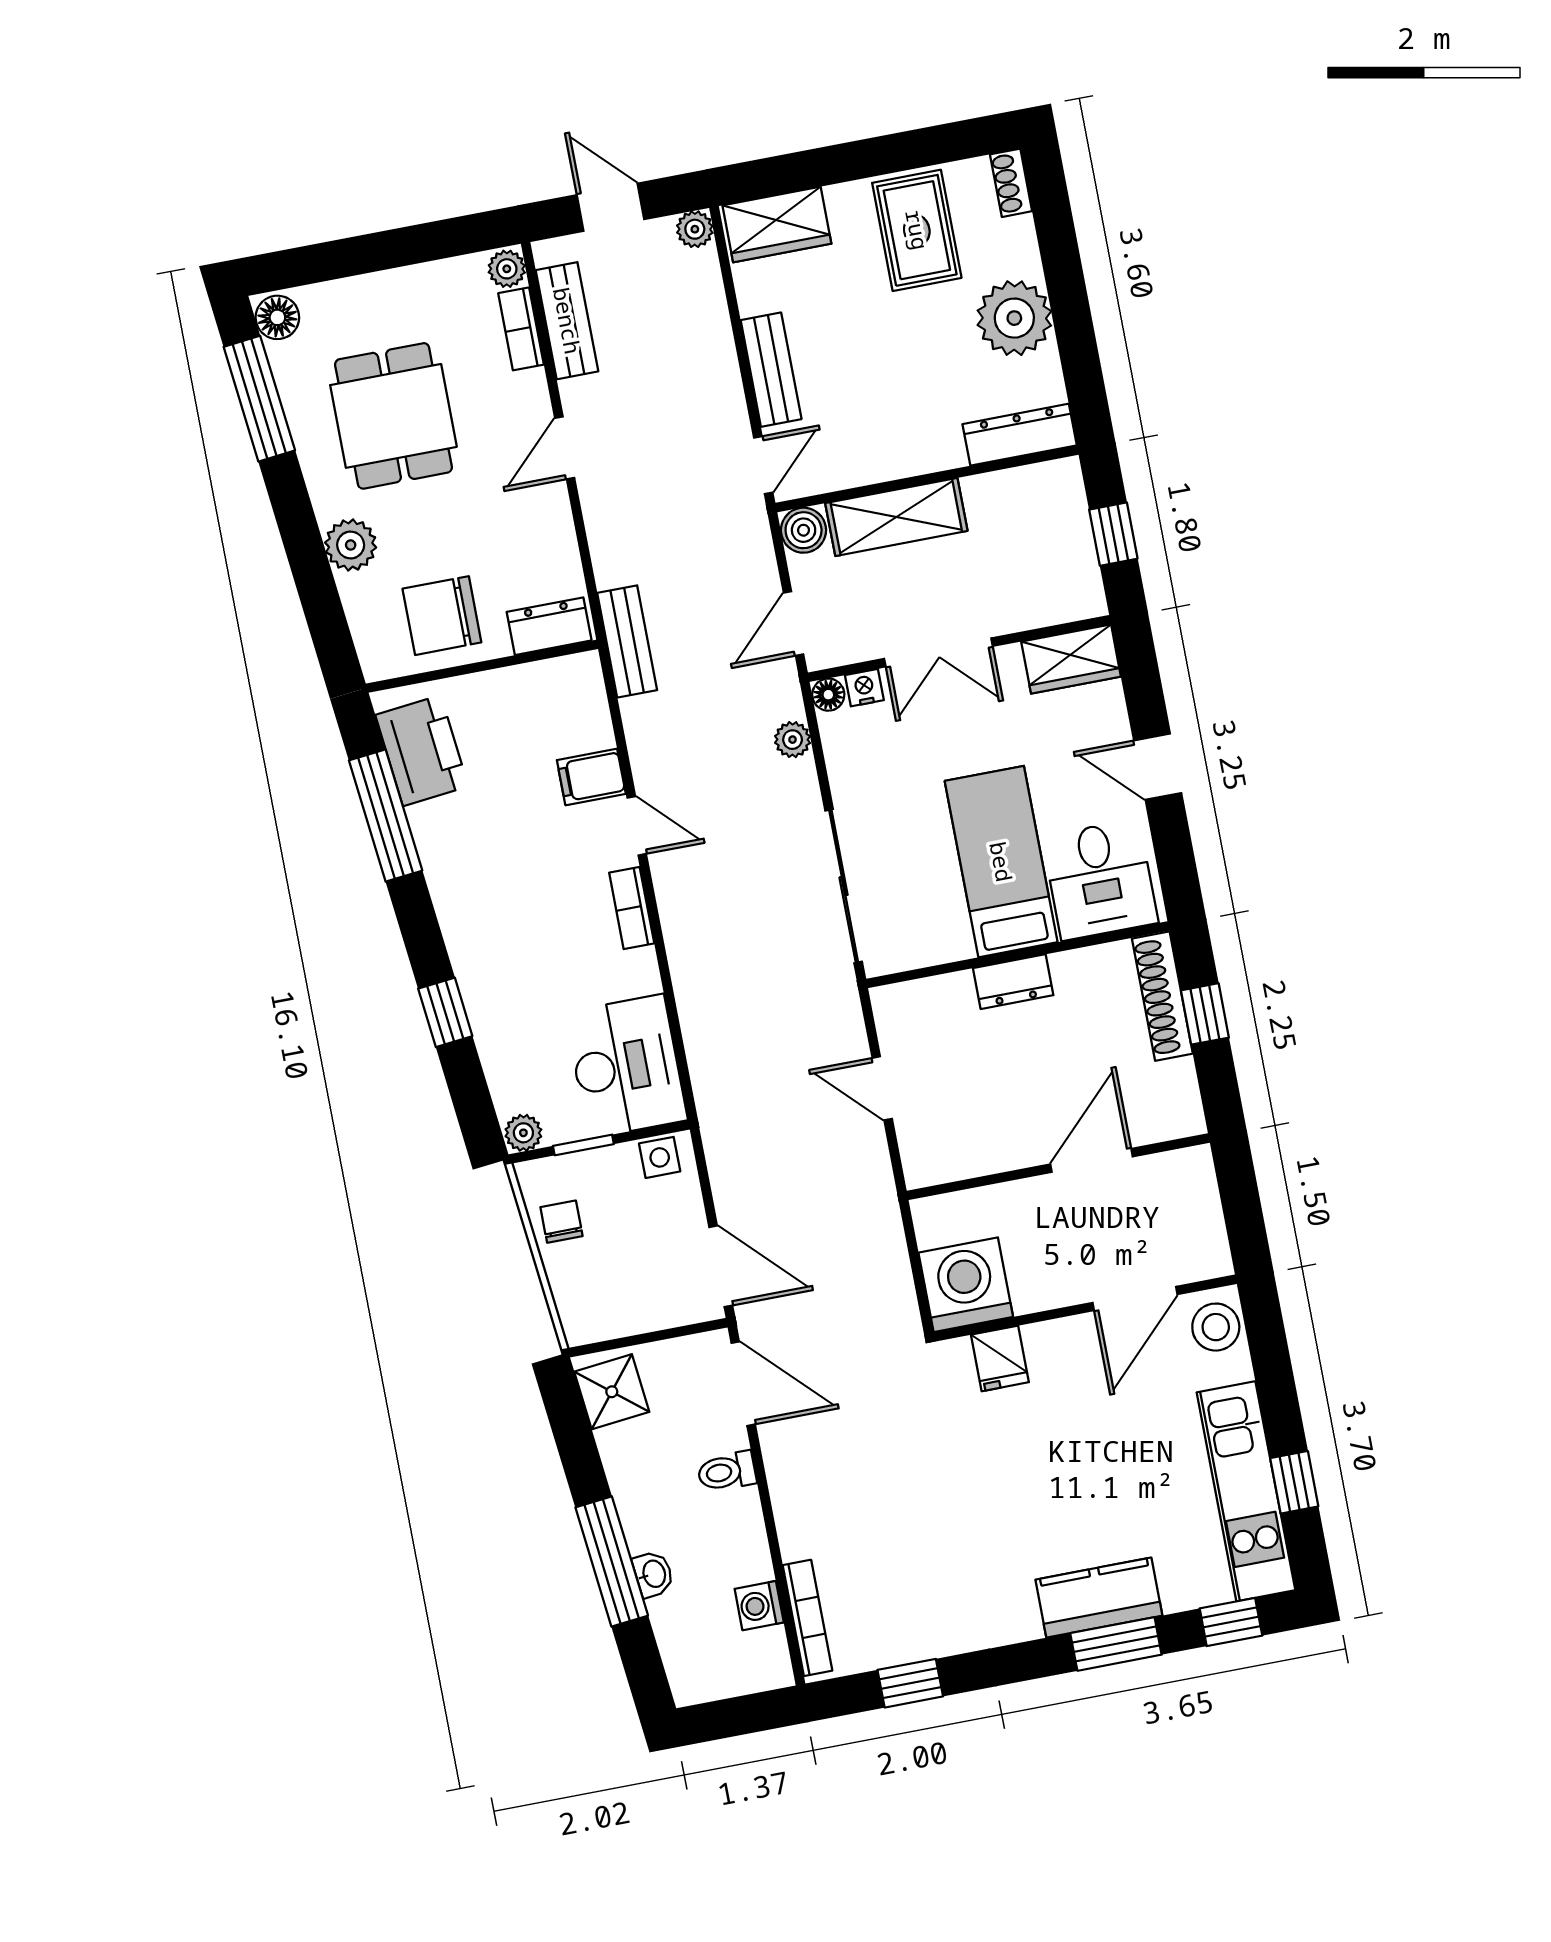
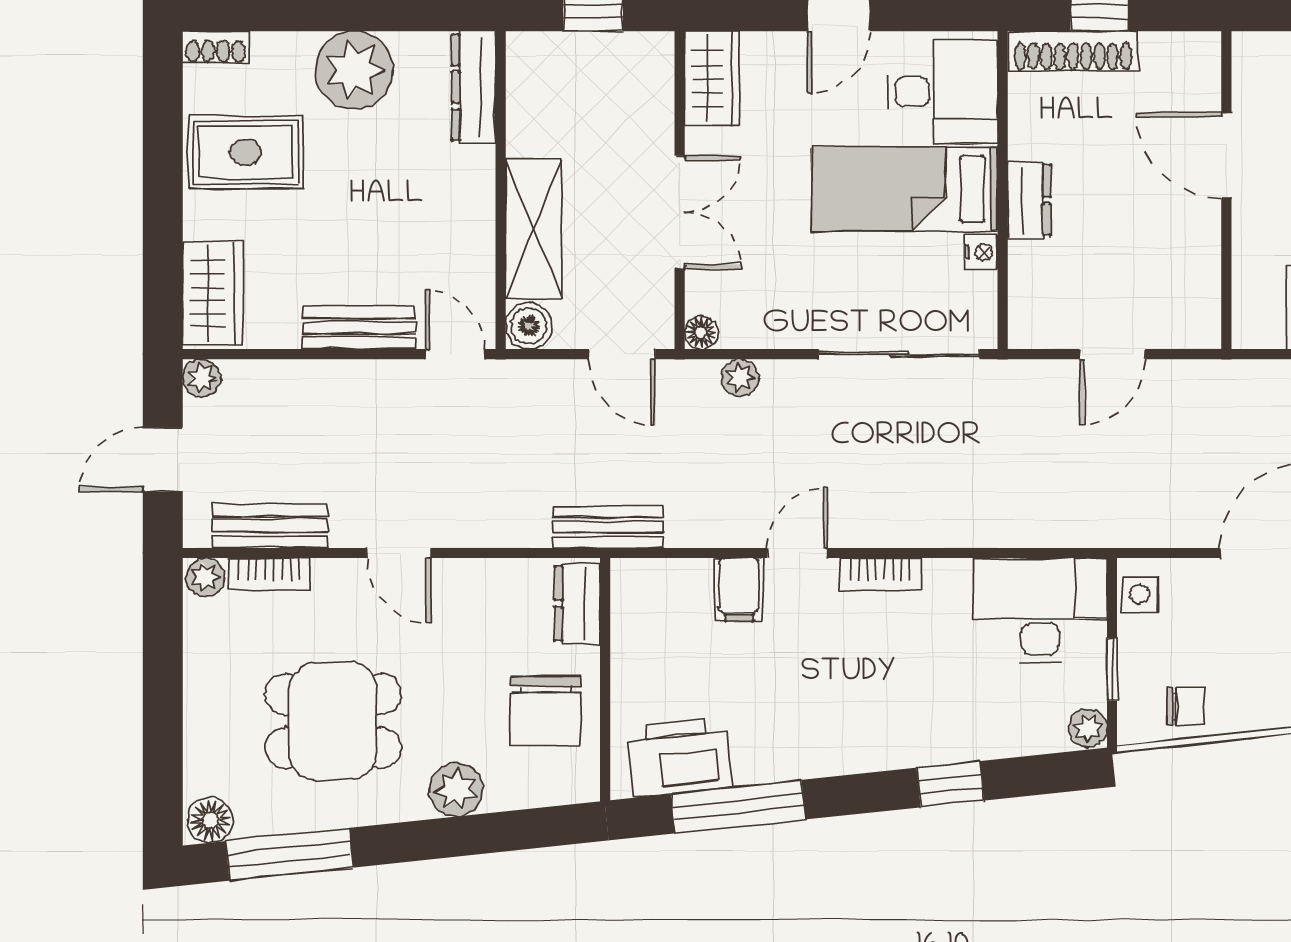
nightstand: (864, 688) -> (981, 252), moved, turned 180
chair: (562, 1222) -> (1186, 706), turned 180

